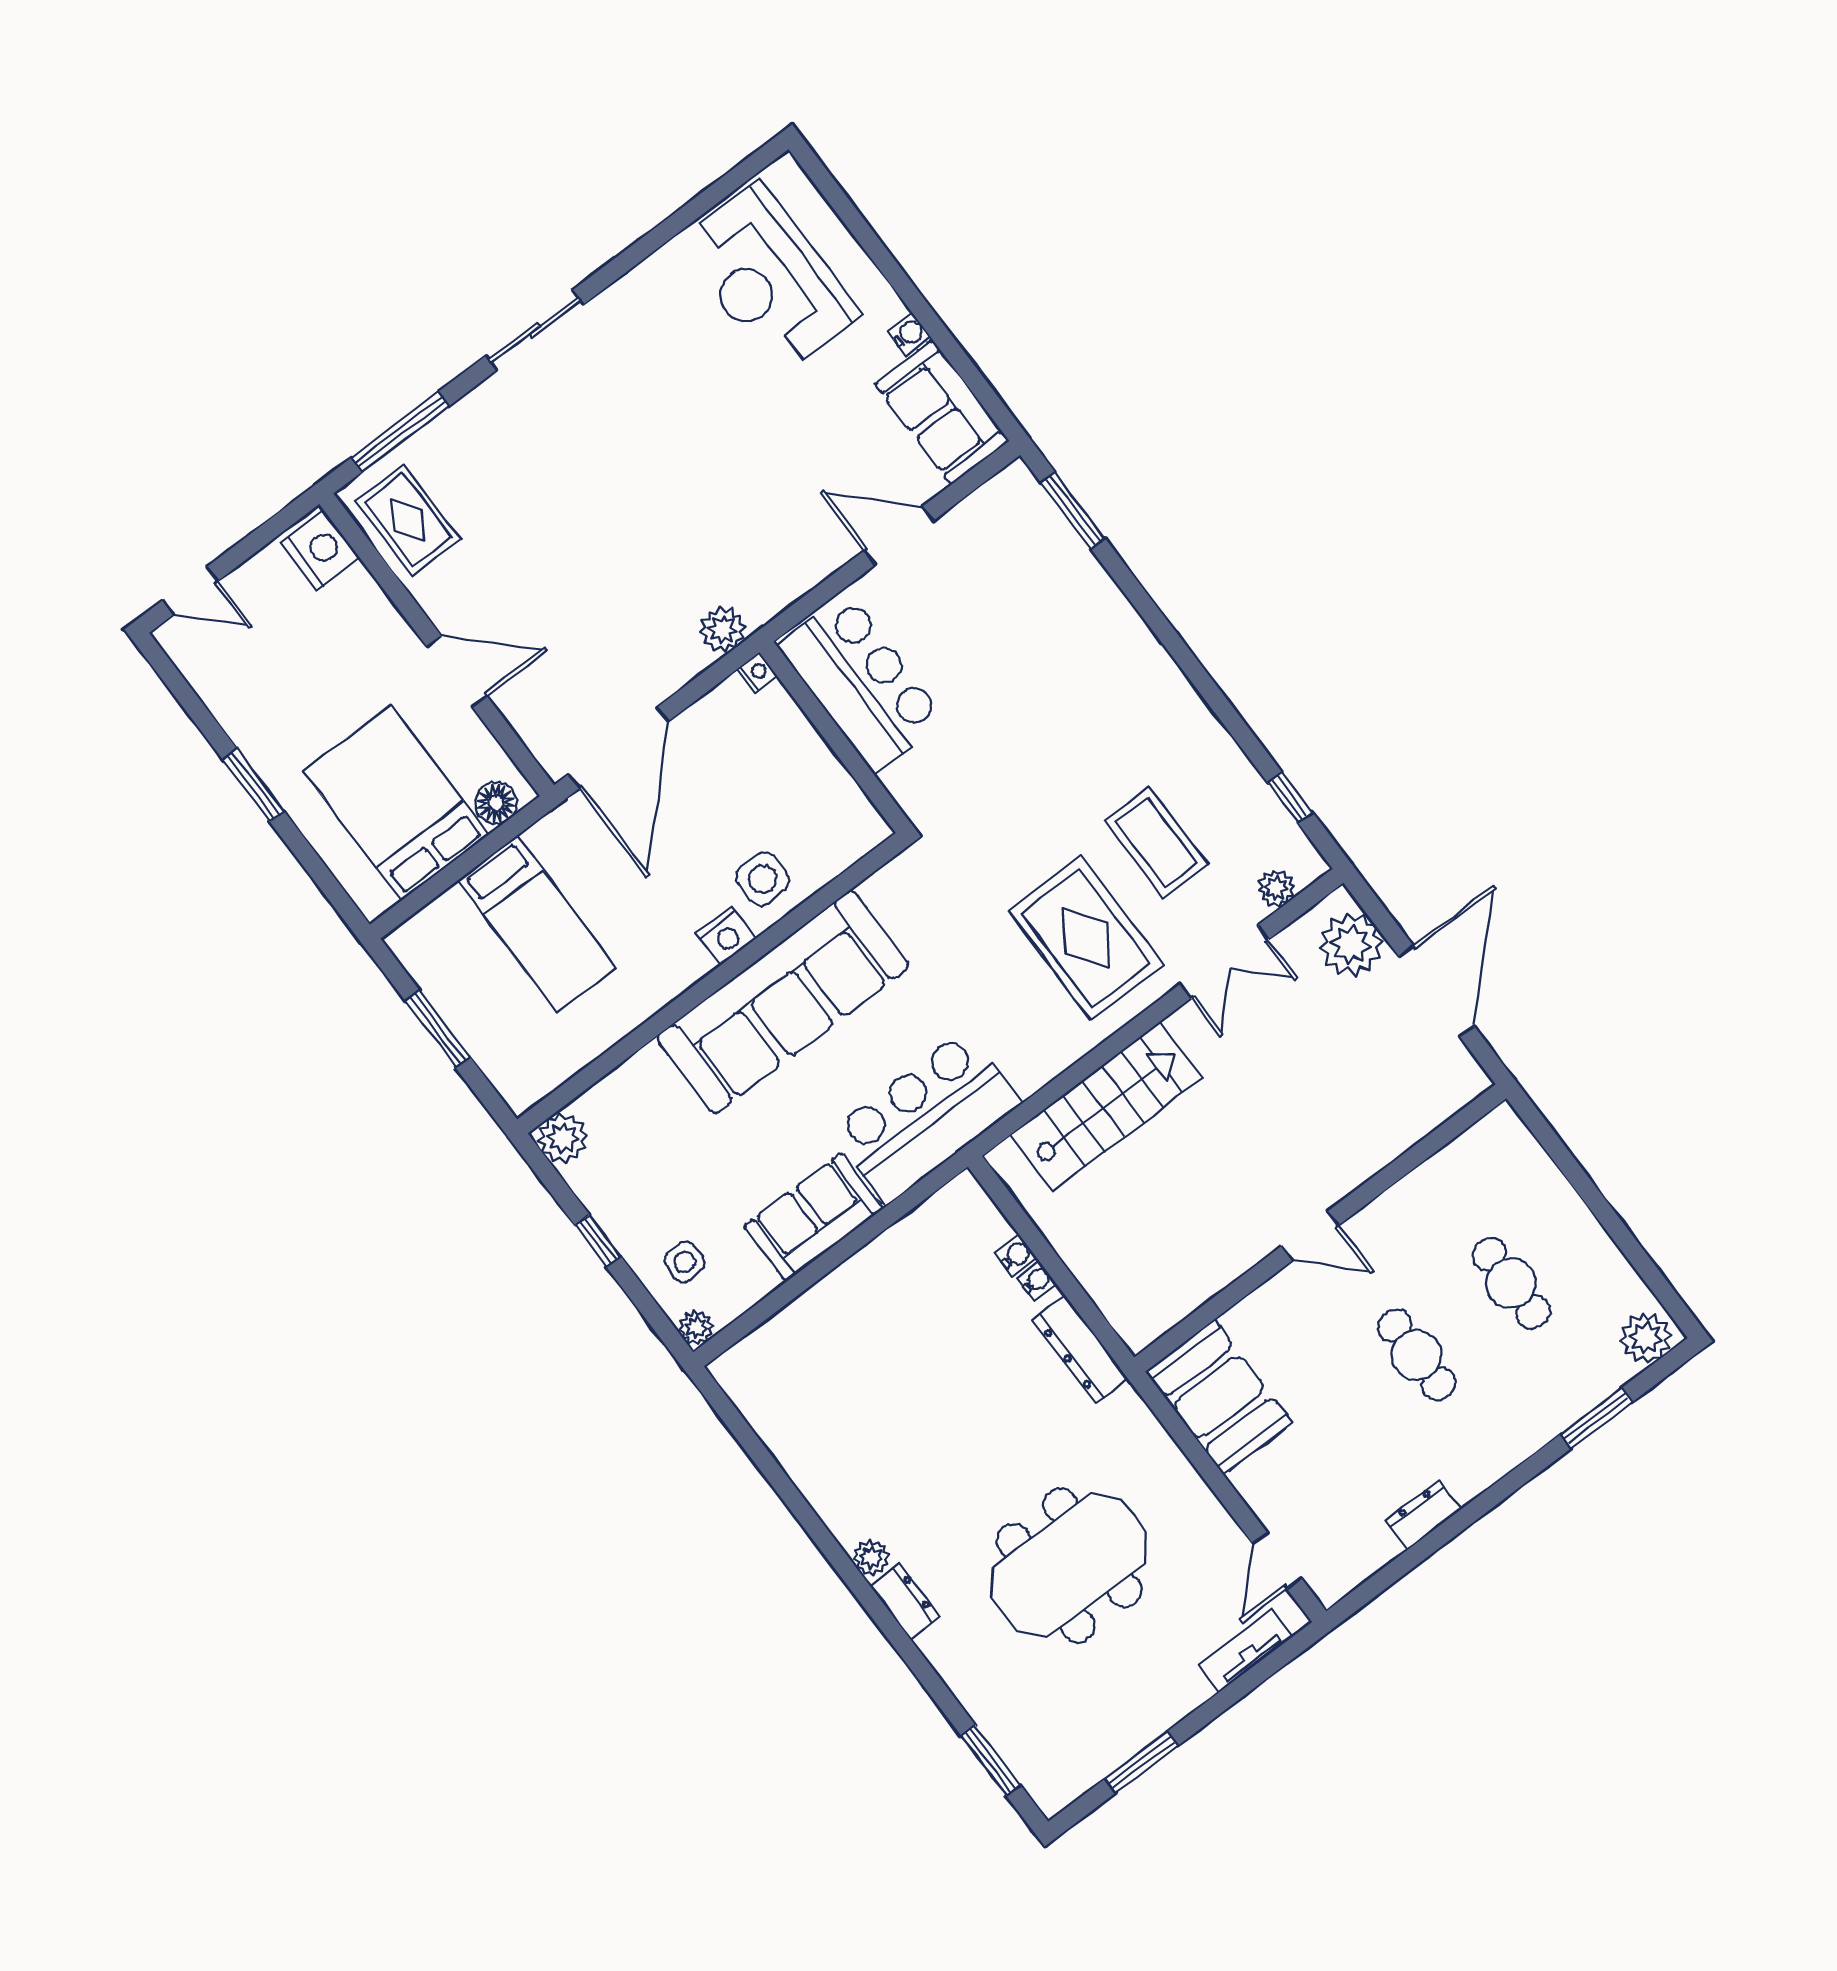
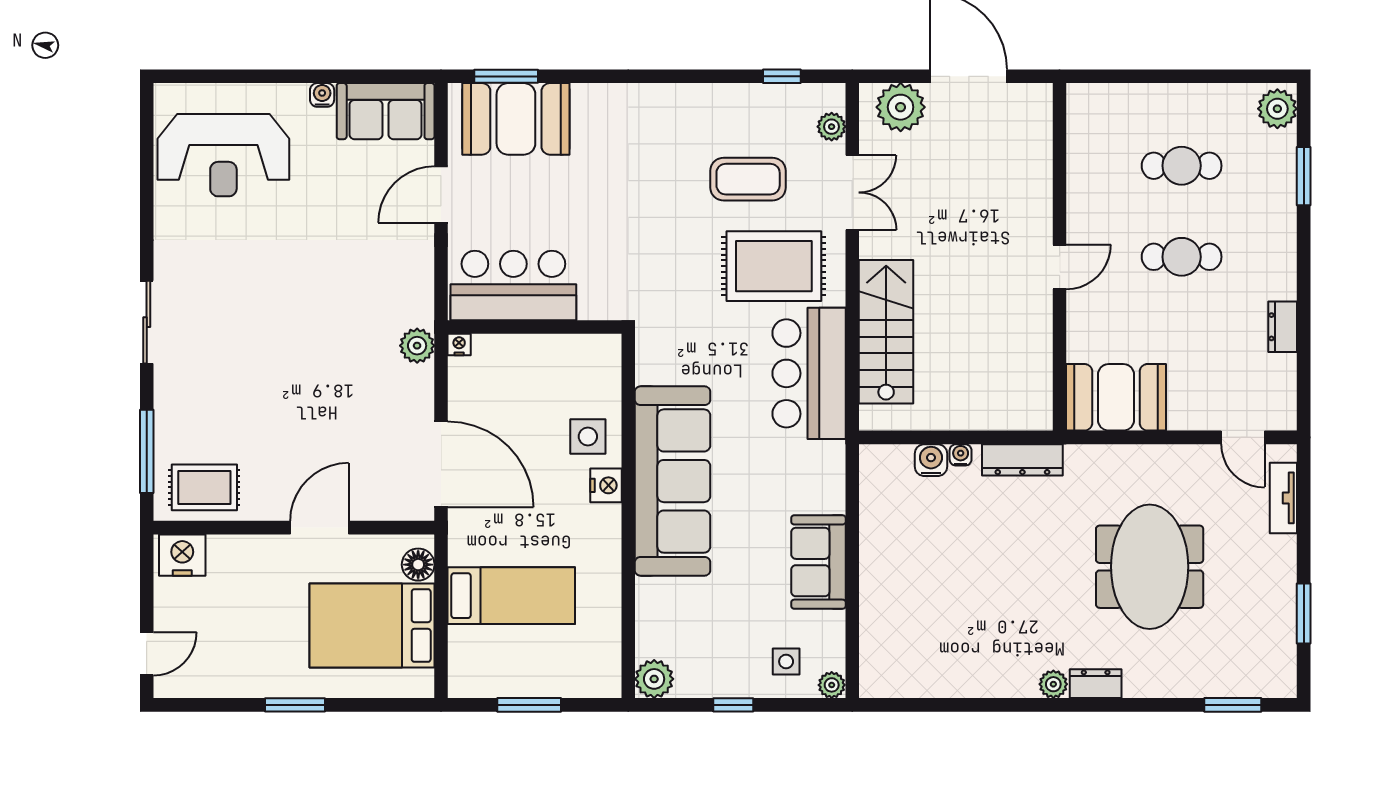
booth: (1036, 554) -> (516, 119), added
bar counter: (926, 1117) -> (809, 373), moved
water cooler: (1016, 1255) -> (931, 460), width x1.38, depth x1.38

